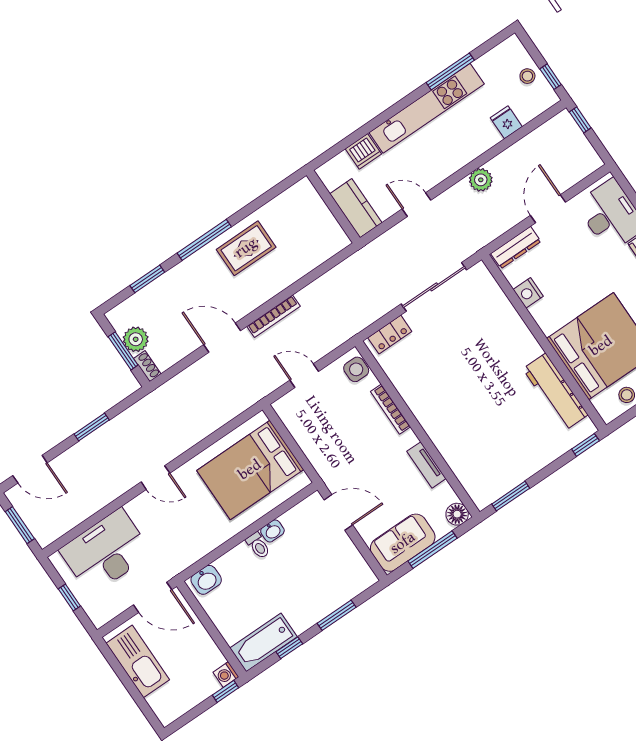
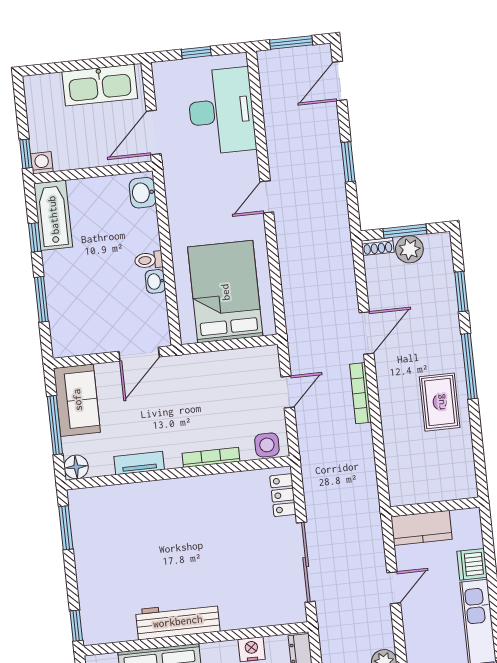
workbench: (555, 392) -> (178, 621), moved

